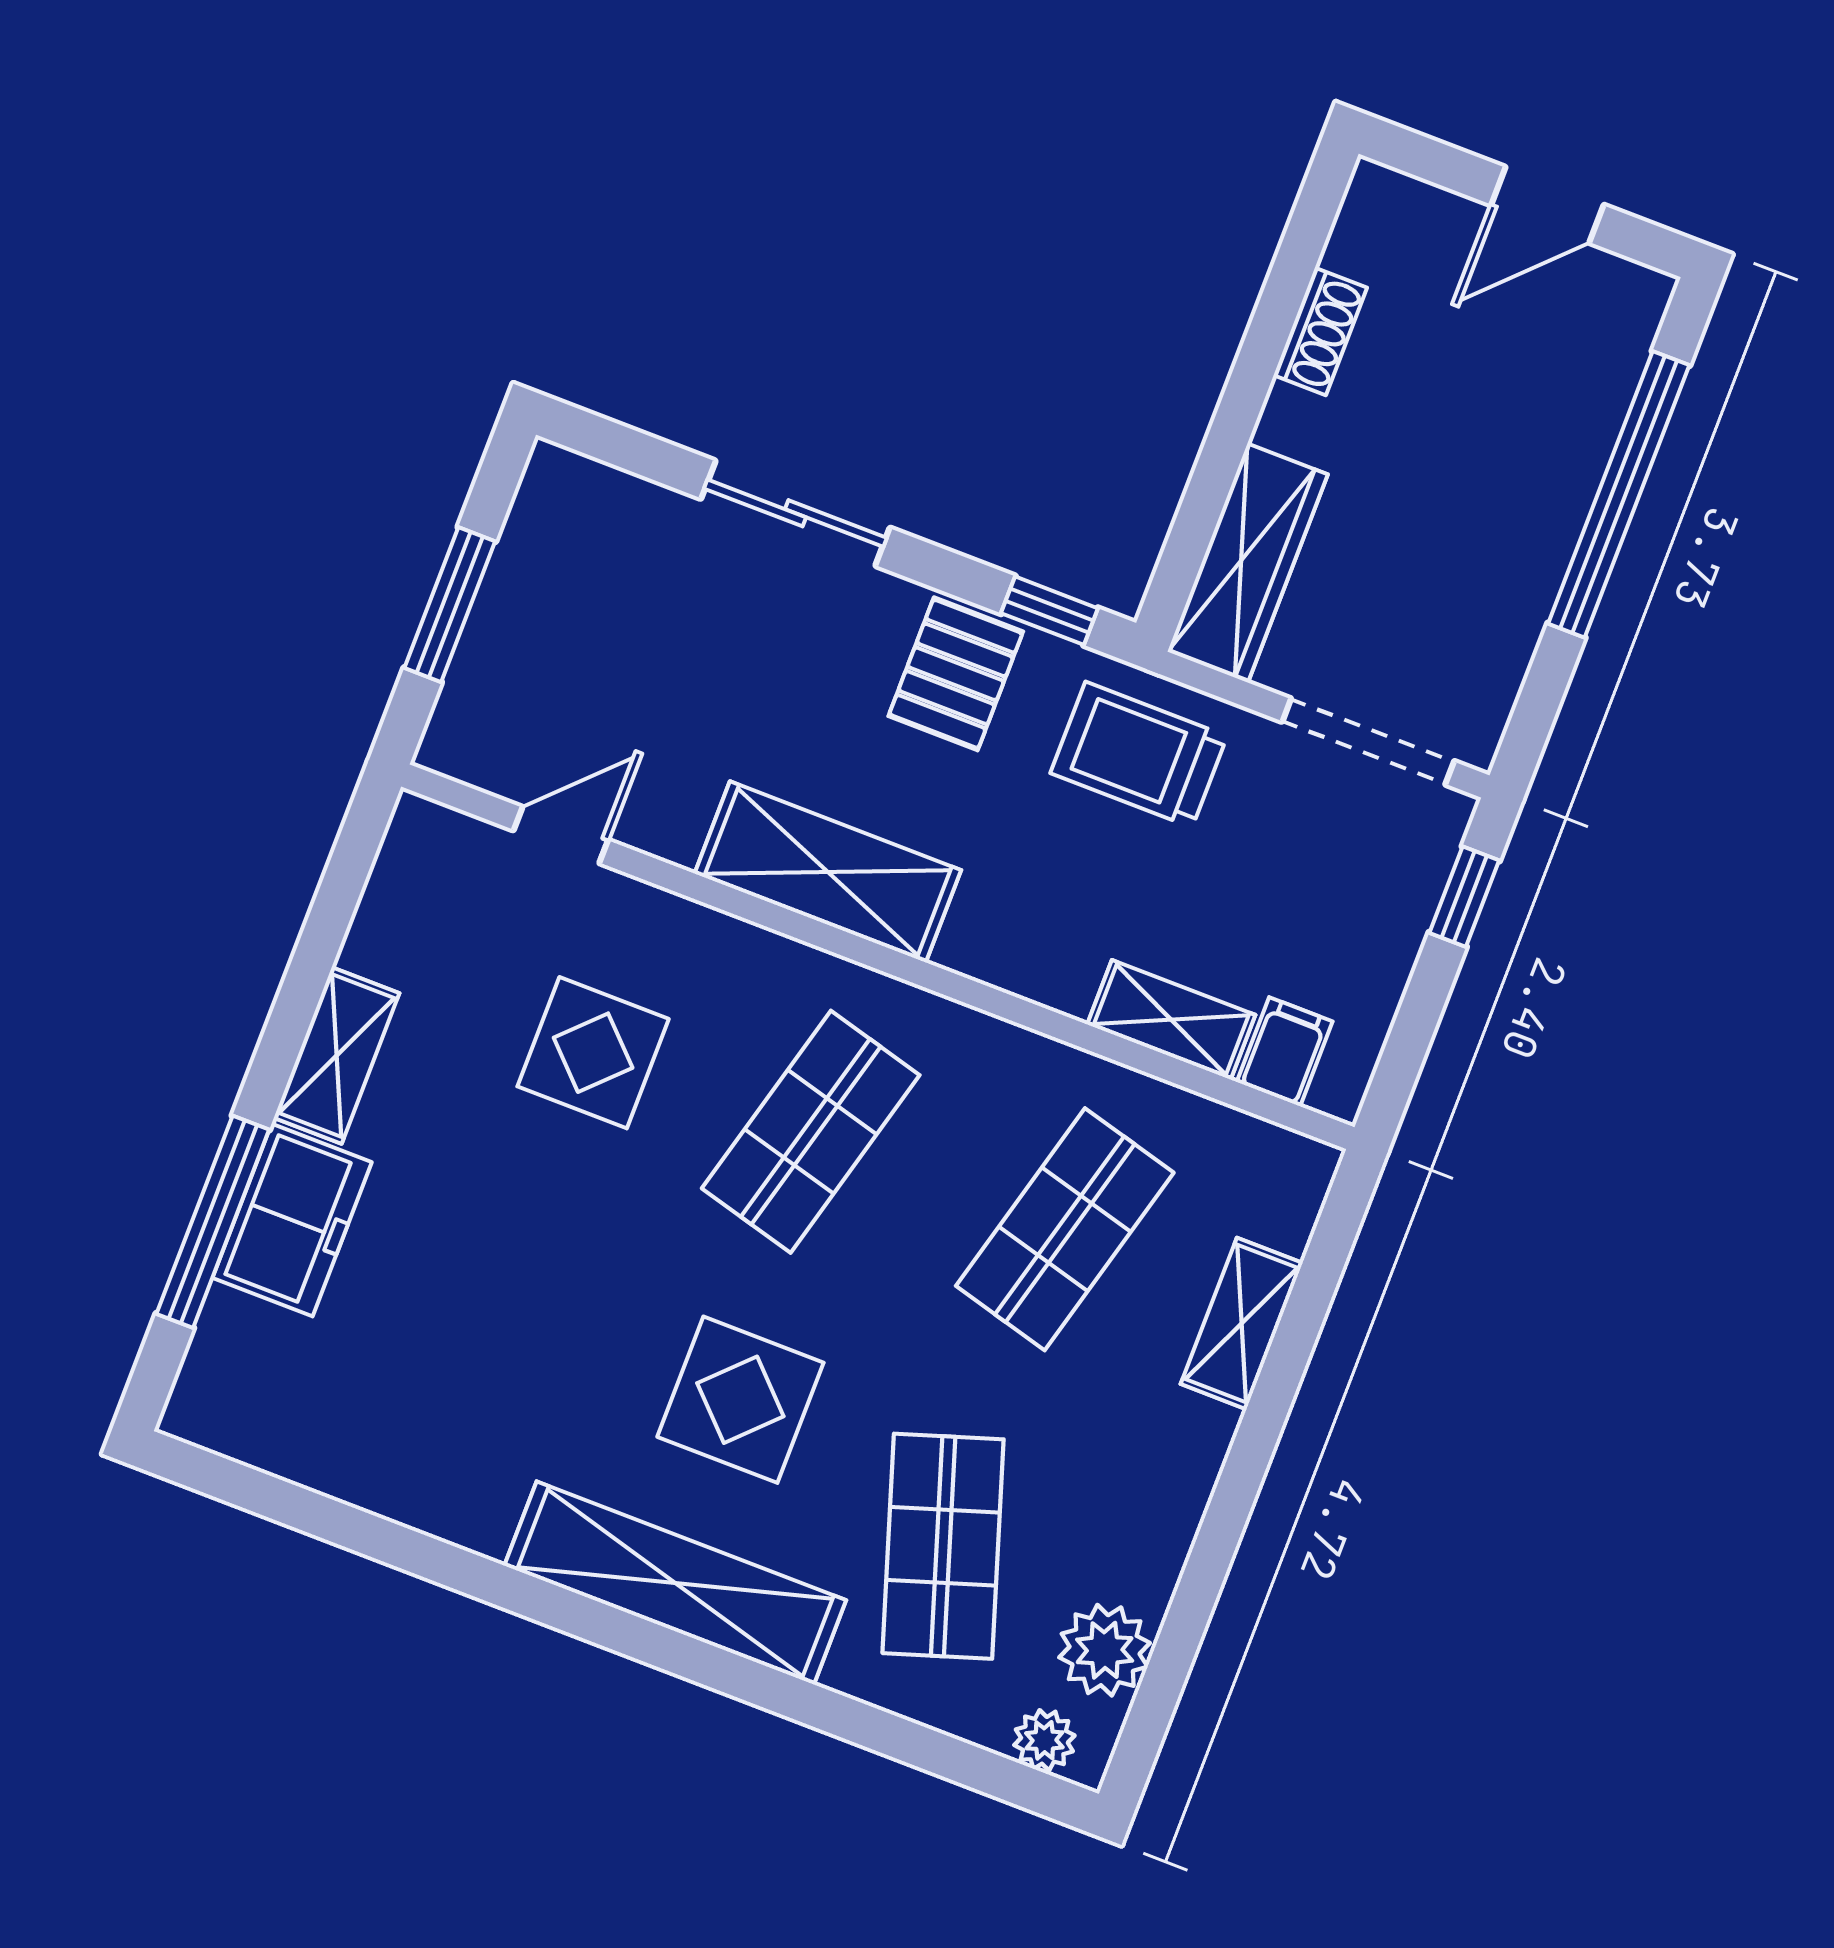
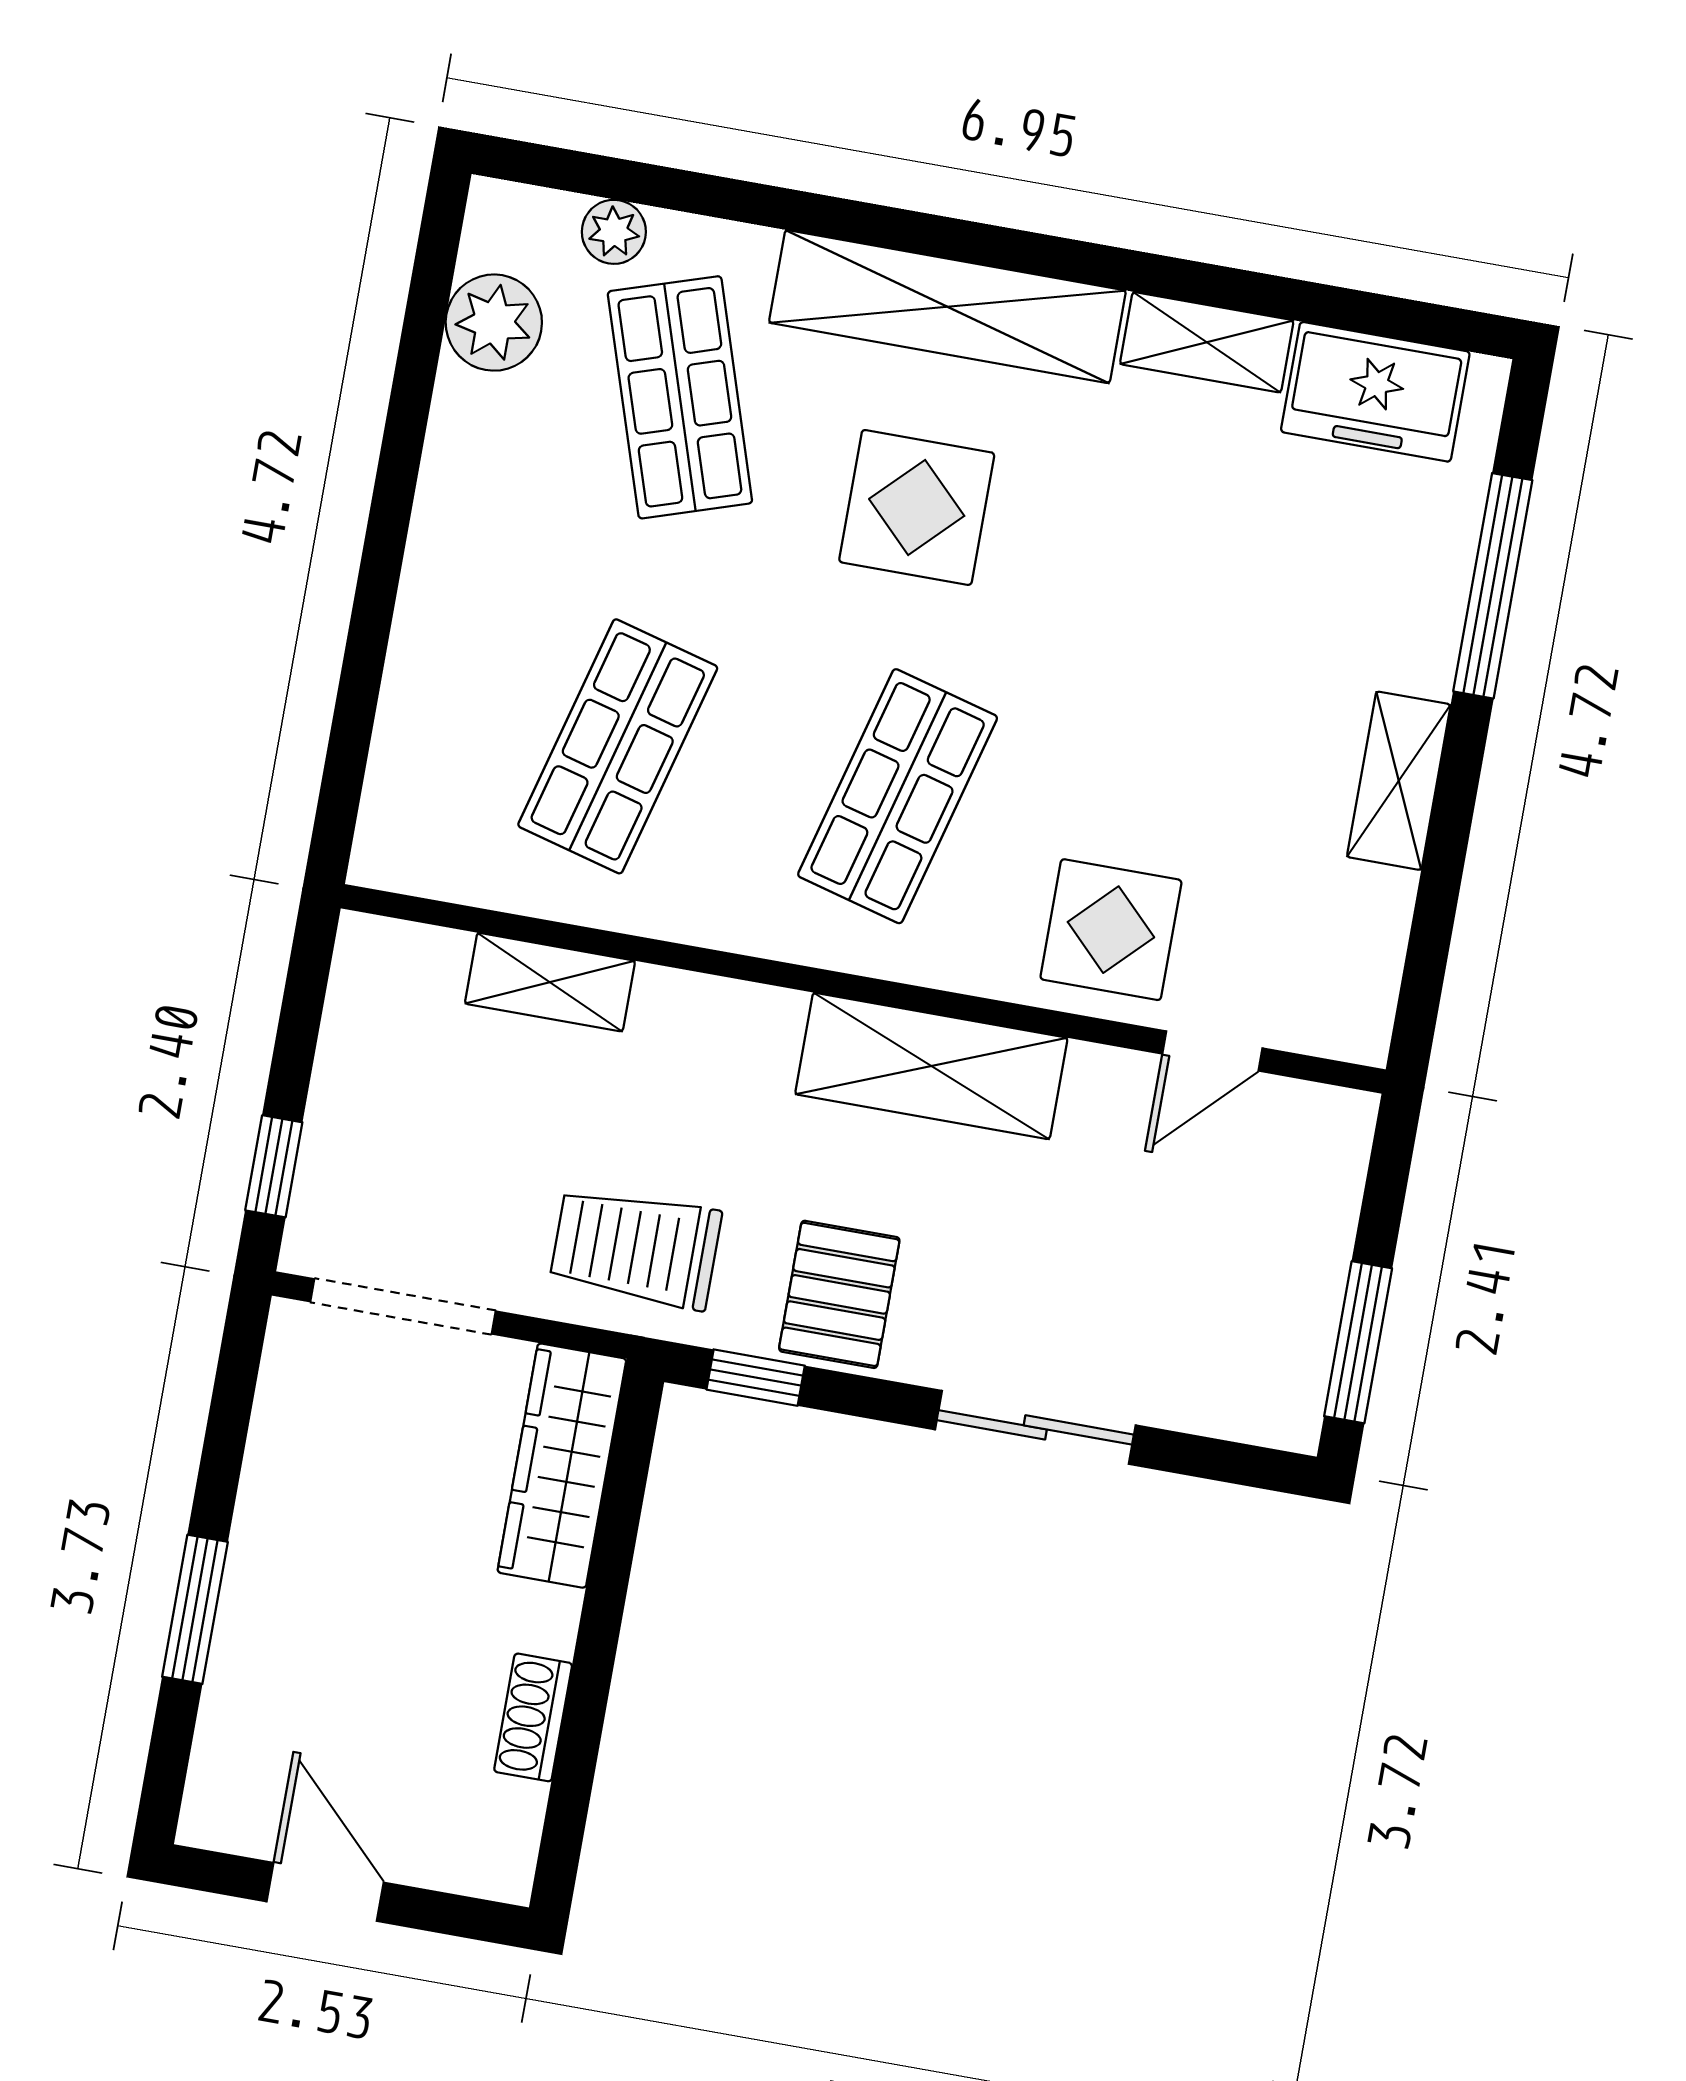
door: (1547, 205) -> (325, 1892), hinge flipped
window: (1619, 494) -> (195, 1609), width x0.47
window: (450, 605) -> (1358, 1342), moved
trolley: (1139, 755) -> (636, 1248), turned 180
filing cabinet: (1285, 1052) -> (427, 972), removed
display table: (593, 1053) -> (1111, 930), moved
freezer: (292, 1220) -> (1375, 392), moved, turned -90
shelving: (1242, 1323) -> (1207, 342), moved, turned 90
plant: (1044, 1740) -> (614, 232), moved

